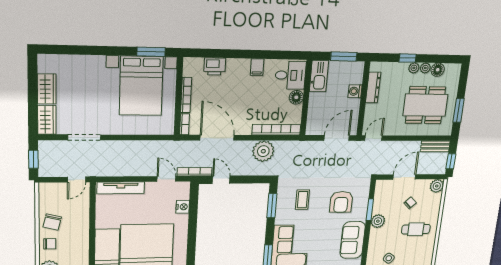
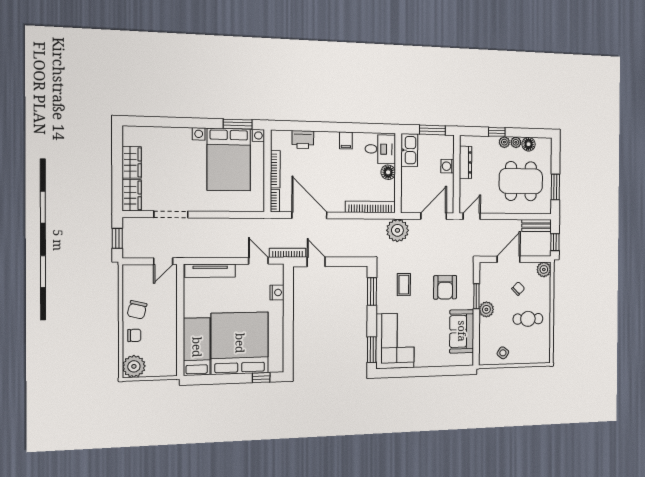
plant: (263, 151) -> (397, 230), moved

